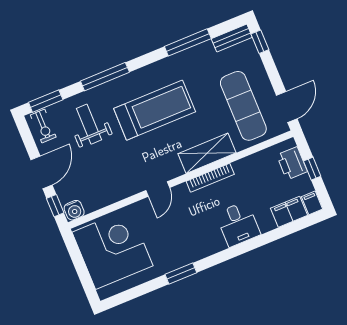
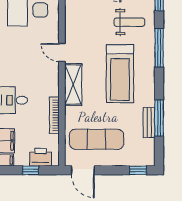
bench: (232, 38) -> (149, 123), moved
shelving: (207, 153) -> (73, 85), moved
bookcase: (210, 178) -> (54, 115), moved

